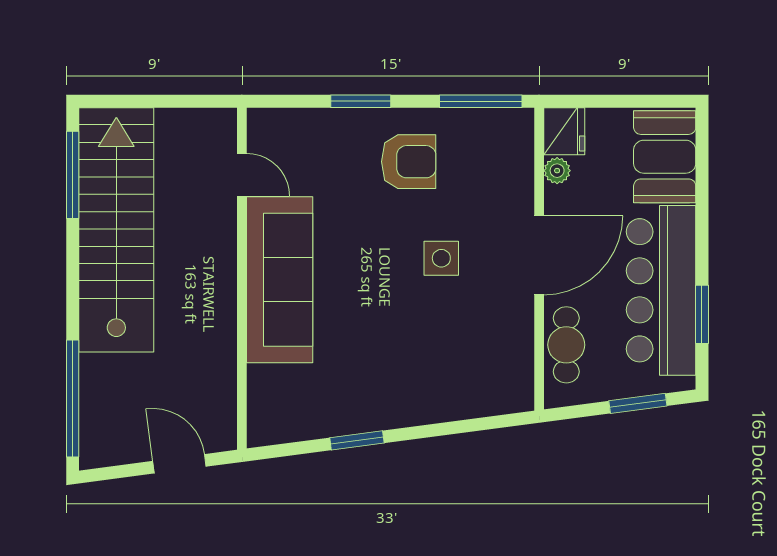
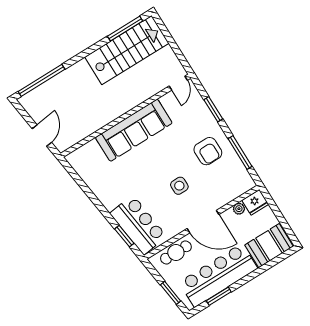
window: (361, 101) -> (213, 109), moved
window: (481, 101) -> (240, 152), moved
door: (242, 175) -> (178, 83), moved
stairs: (116, 230) -> (127, 50), width x0.73
bar counter: (468, 385) -> (138, 225), added
window: (357, 440) -> (124, 236), moved

